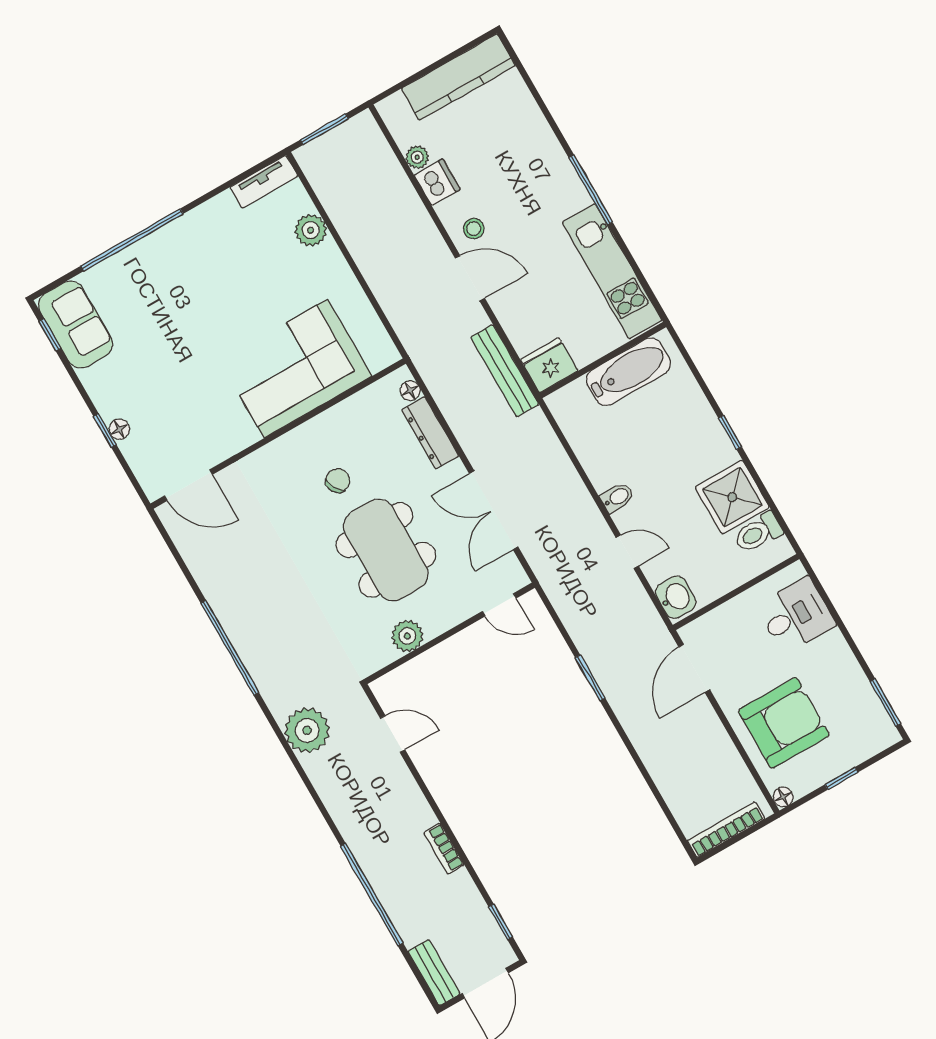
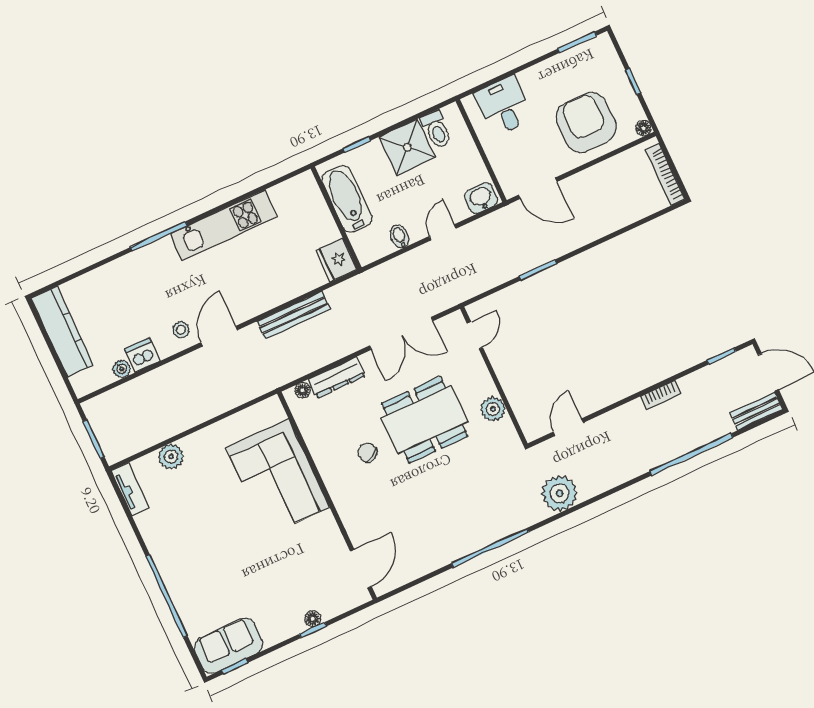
wall: (603, 360) -> (336, 218), moved
fridge: (549, 365) -> (336, 260), moved
bathtub: (628, 372) -> (347, 199), moved

